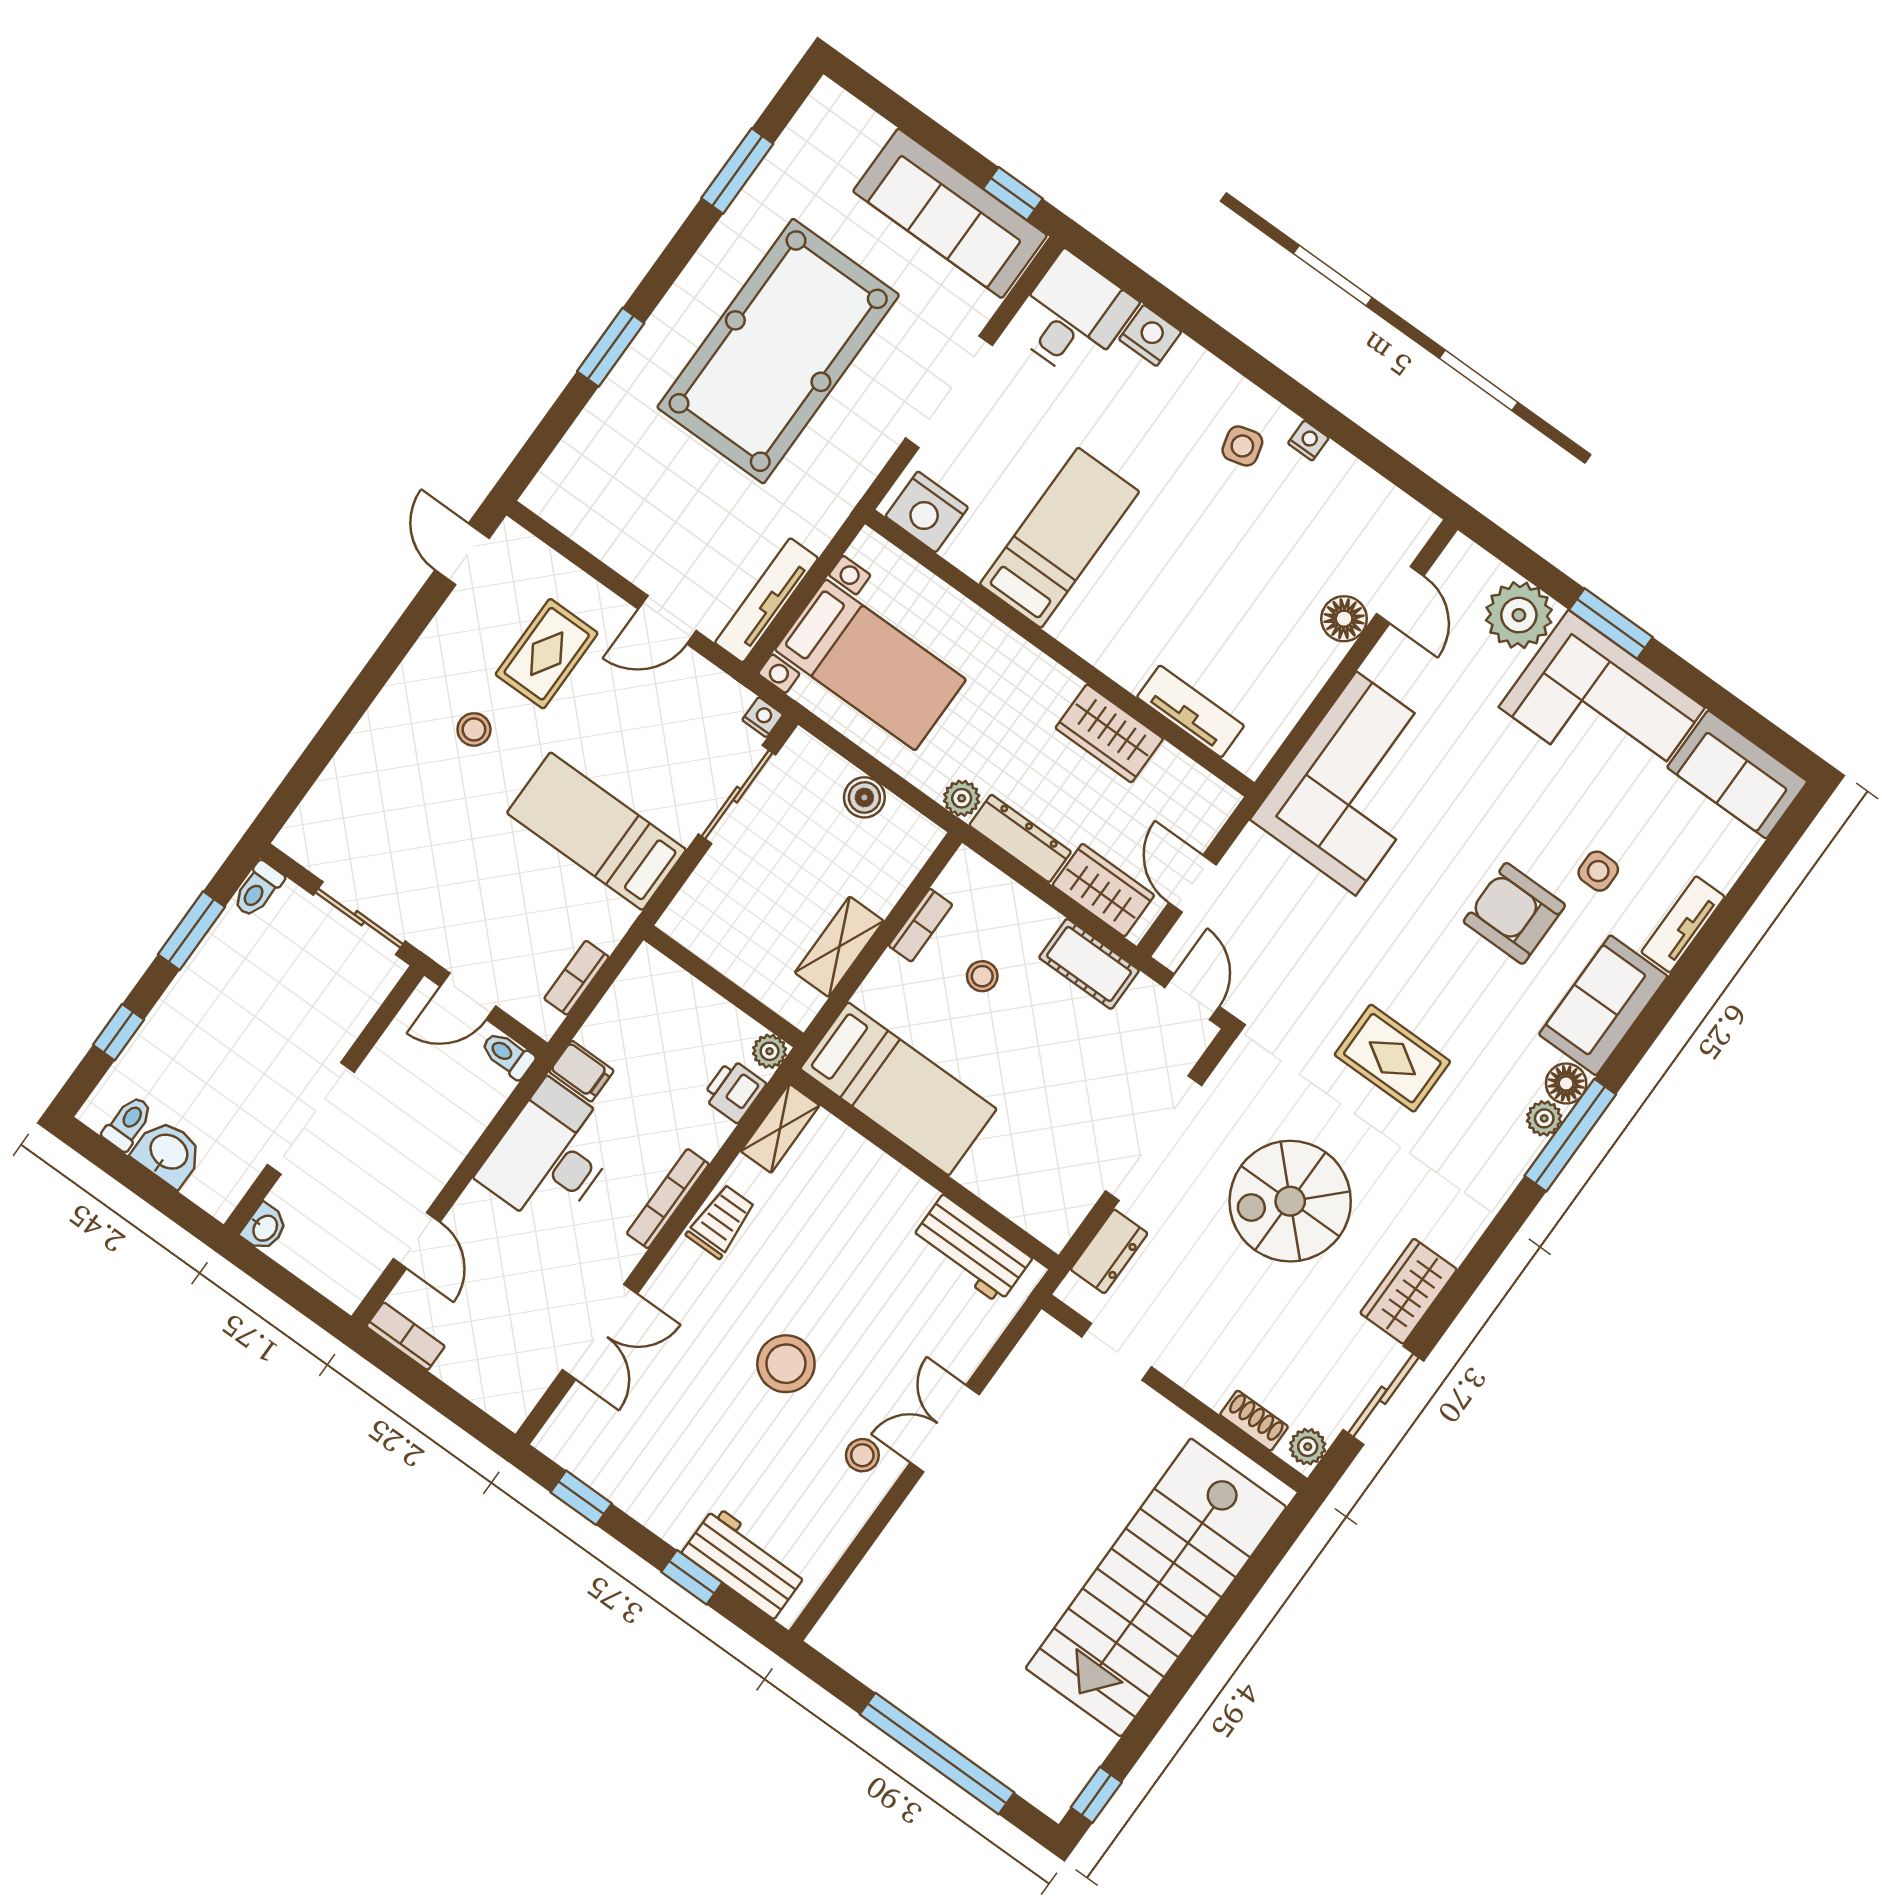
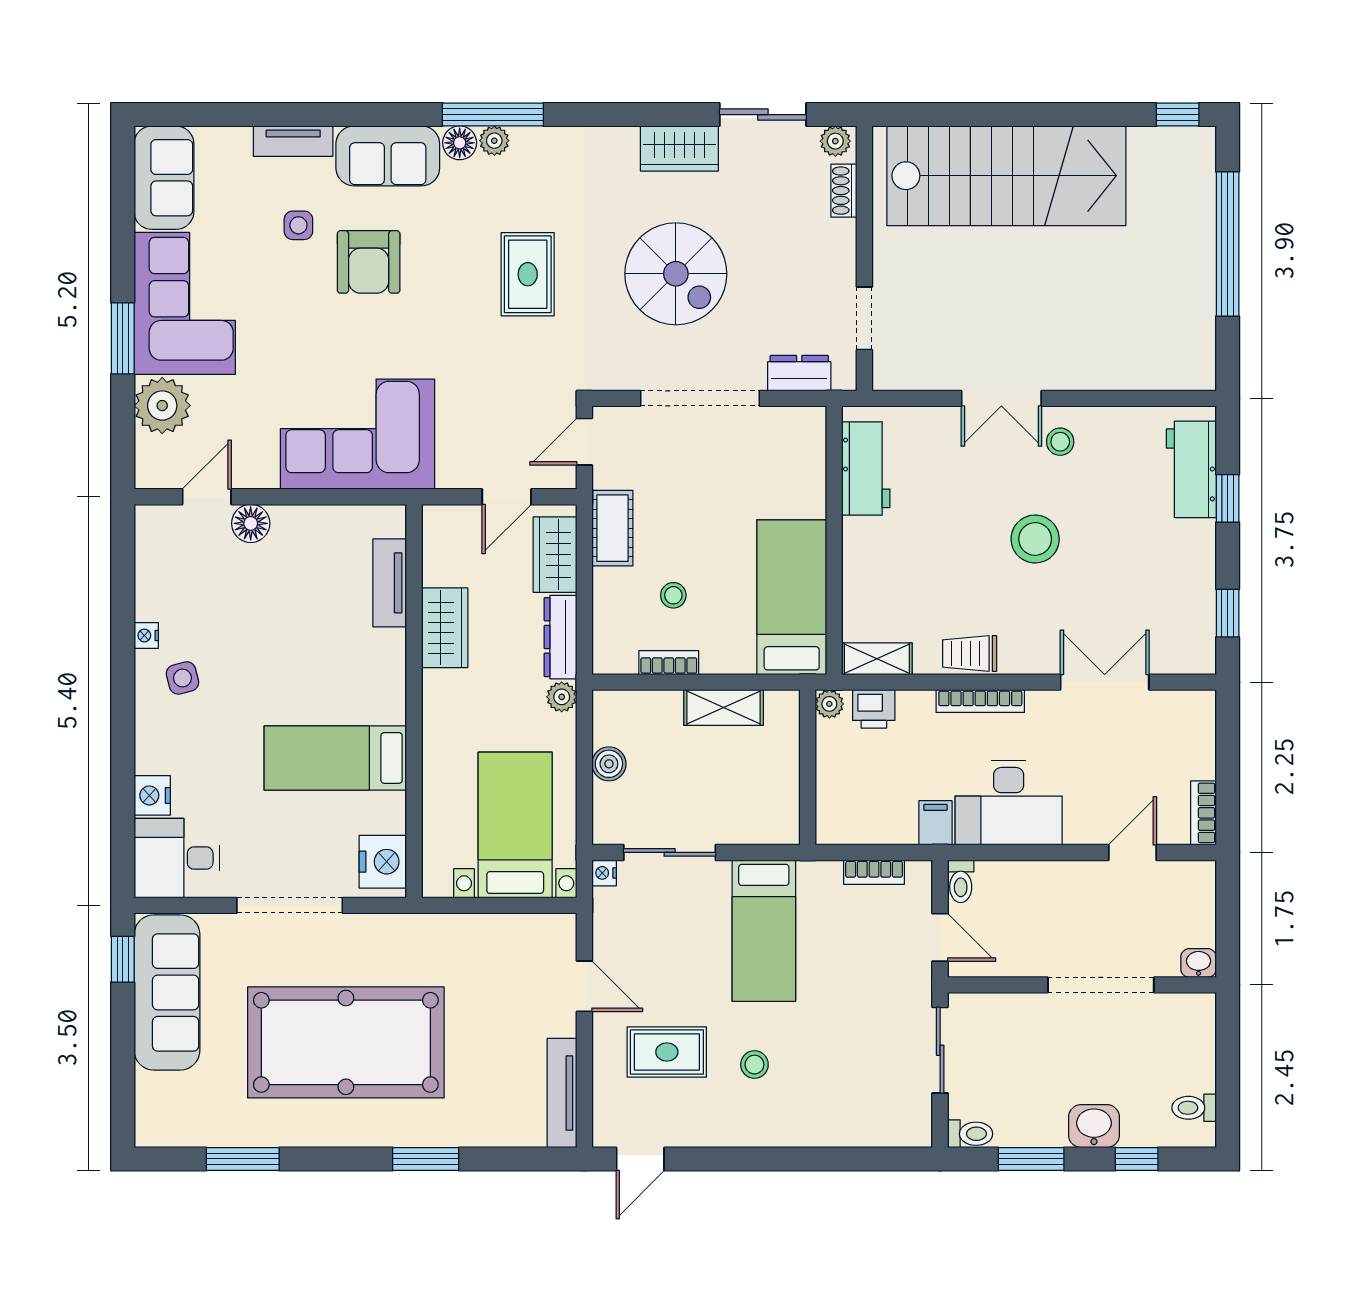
tv unit: (766, 600) -> (562, 1093), moved, turned 90
washbasin: (168, 1153) -> (1094, 1126), moved, turned 90

